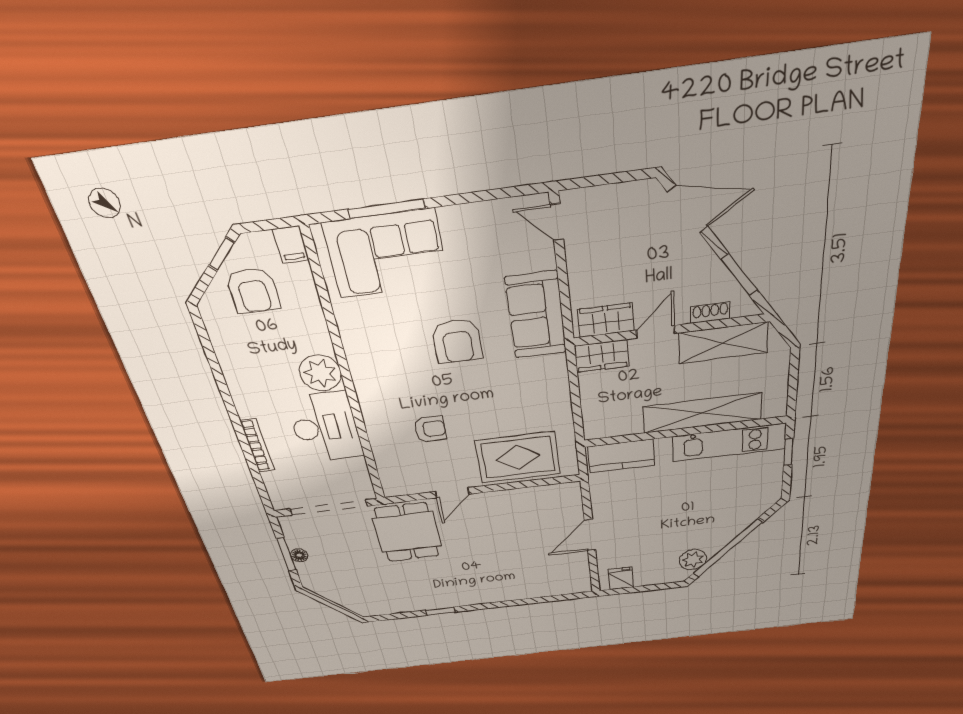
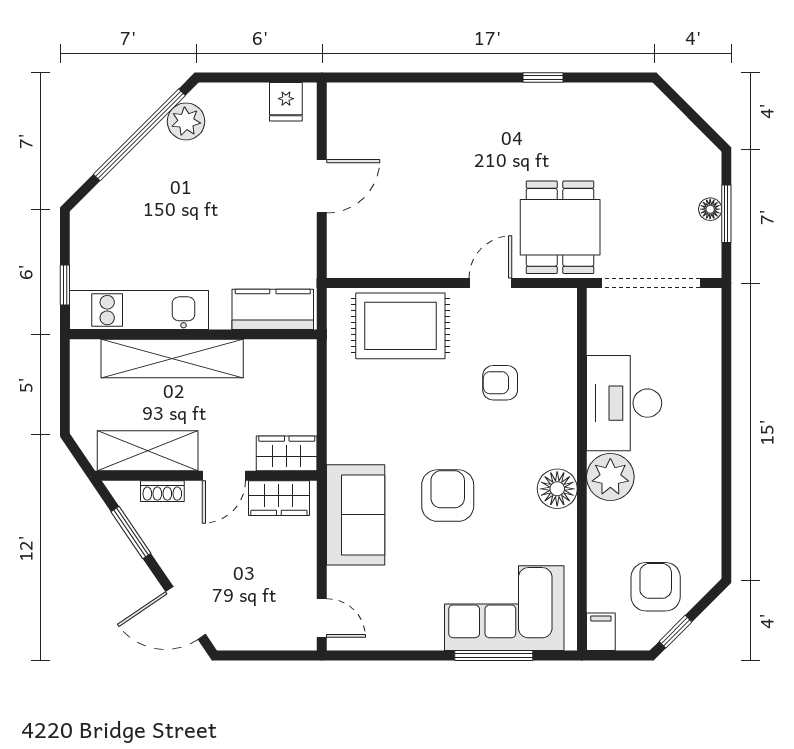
floor lamp: (363, 358) -> (557, 489), added
bookcase: (257, 446) -> (712, 389), removed

